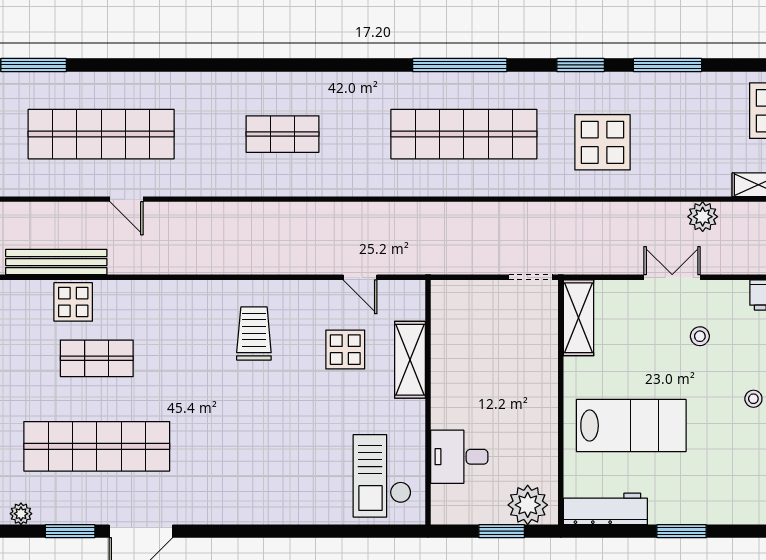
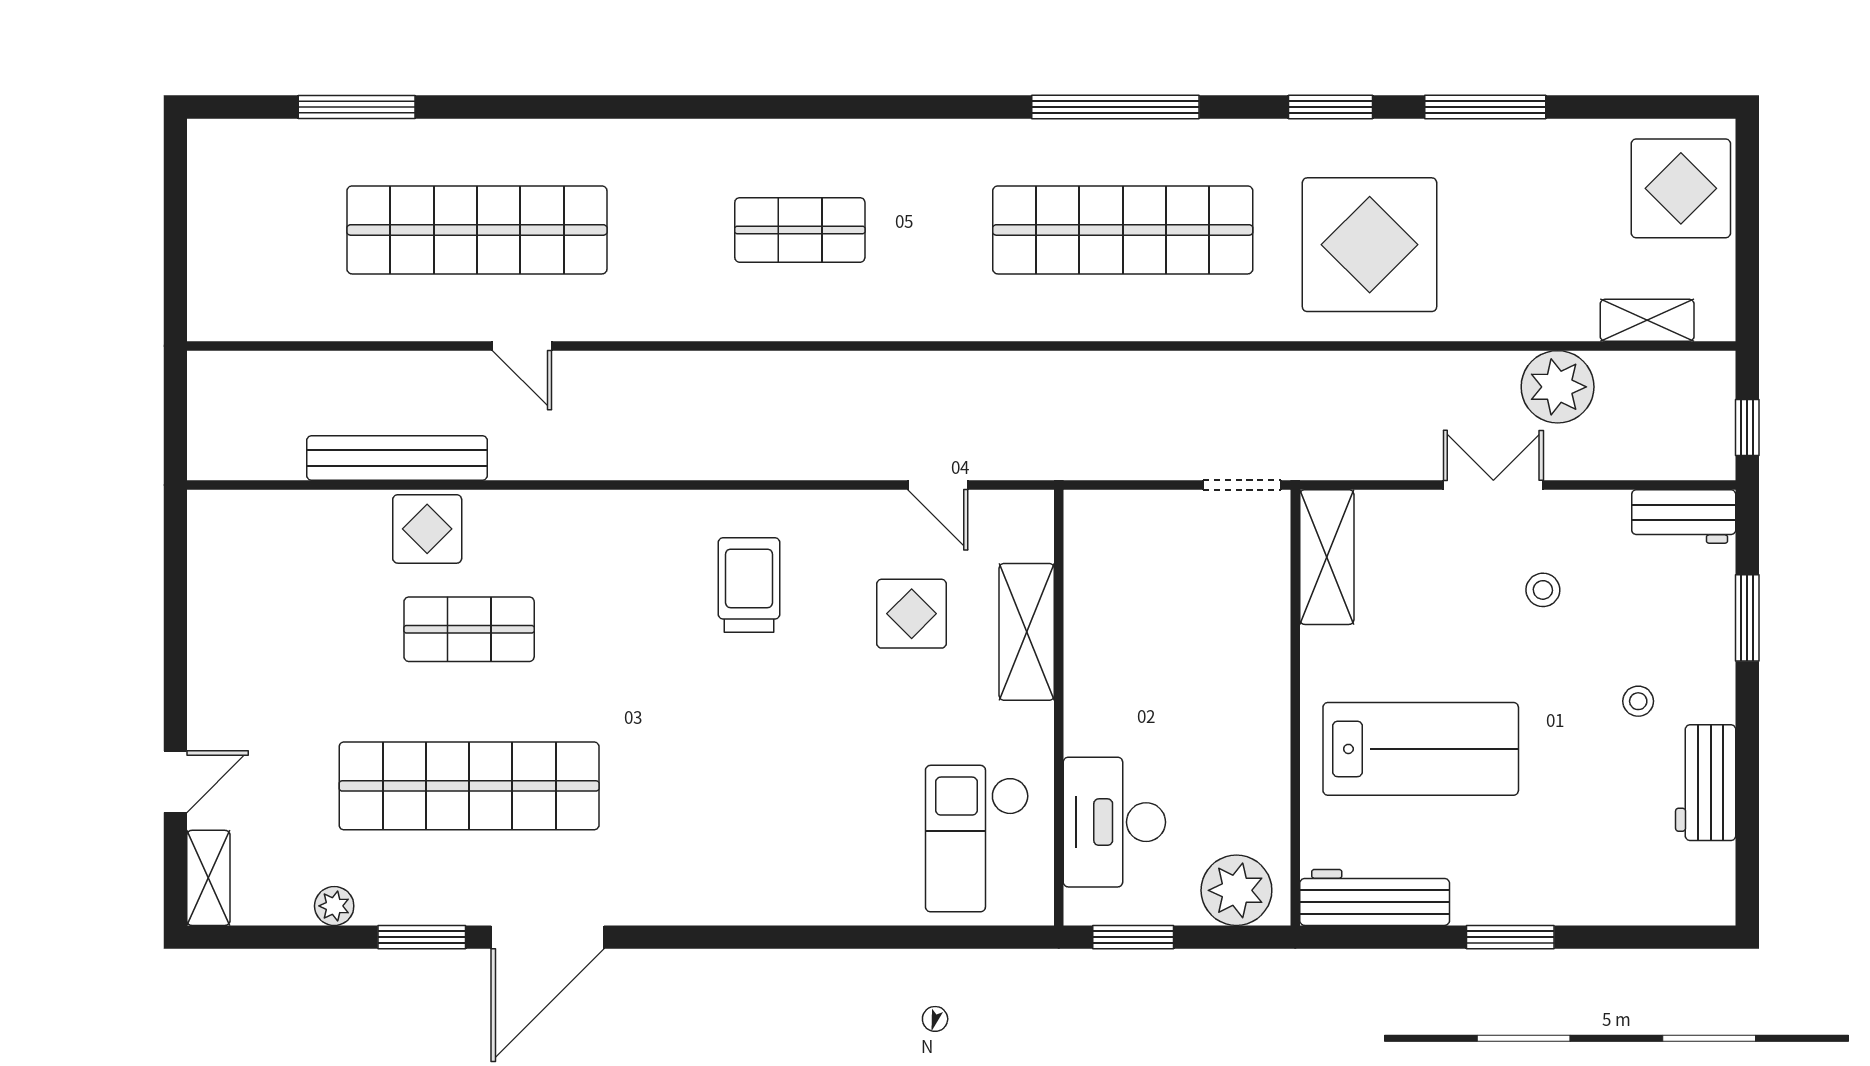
display table: (602, 142) -> (1370, 245), width x1.36, depth x1.36
plant: (703, 217) -> (1558, 387), width x1.36, depth x1.36
desk: (459, 457) -> (1114, 822), width x1.37
window: (502, 531) -> (1133, 937), moved

